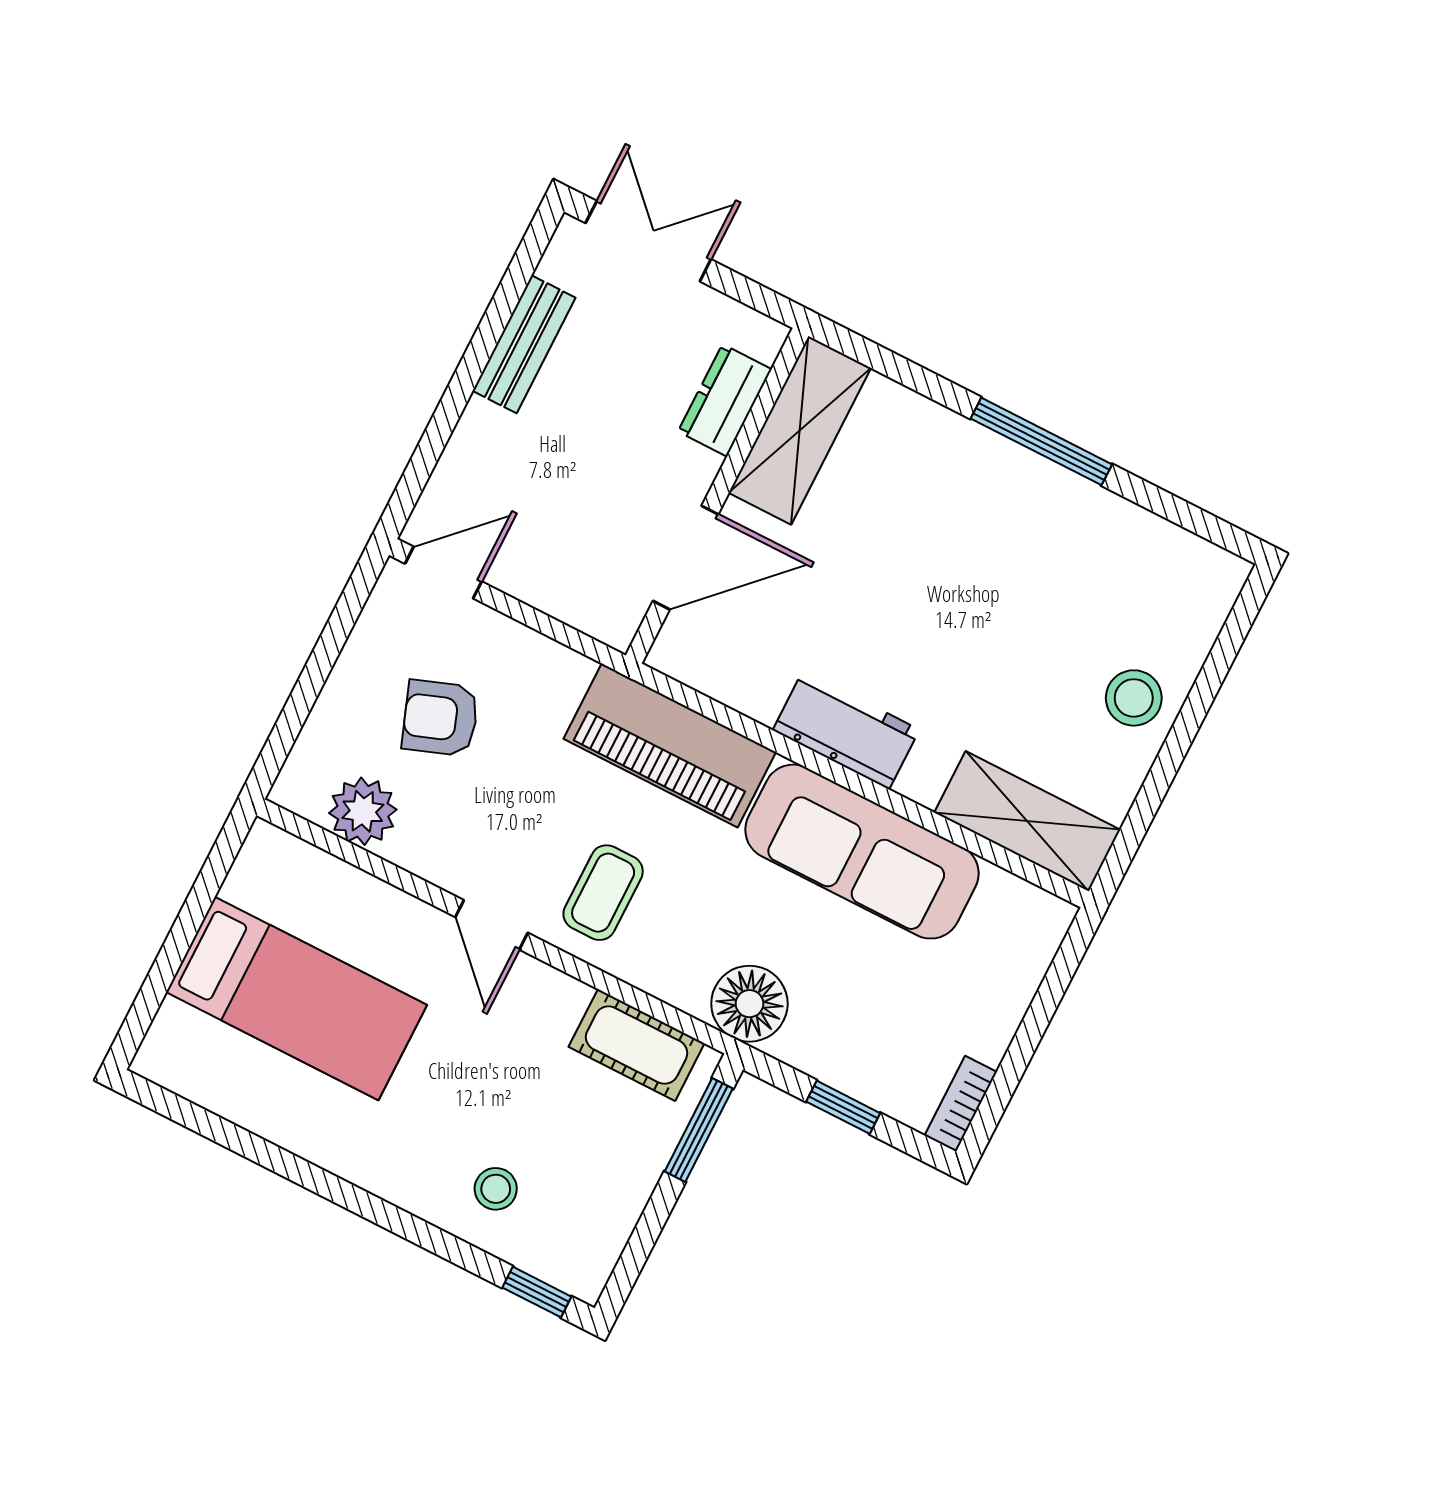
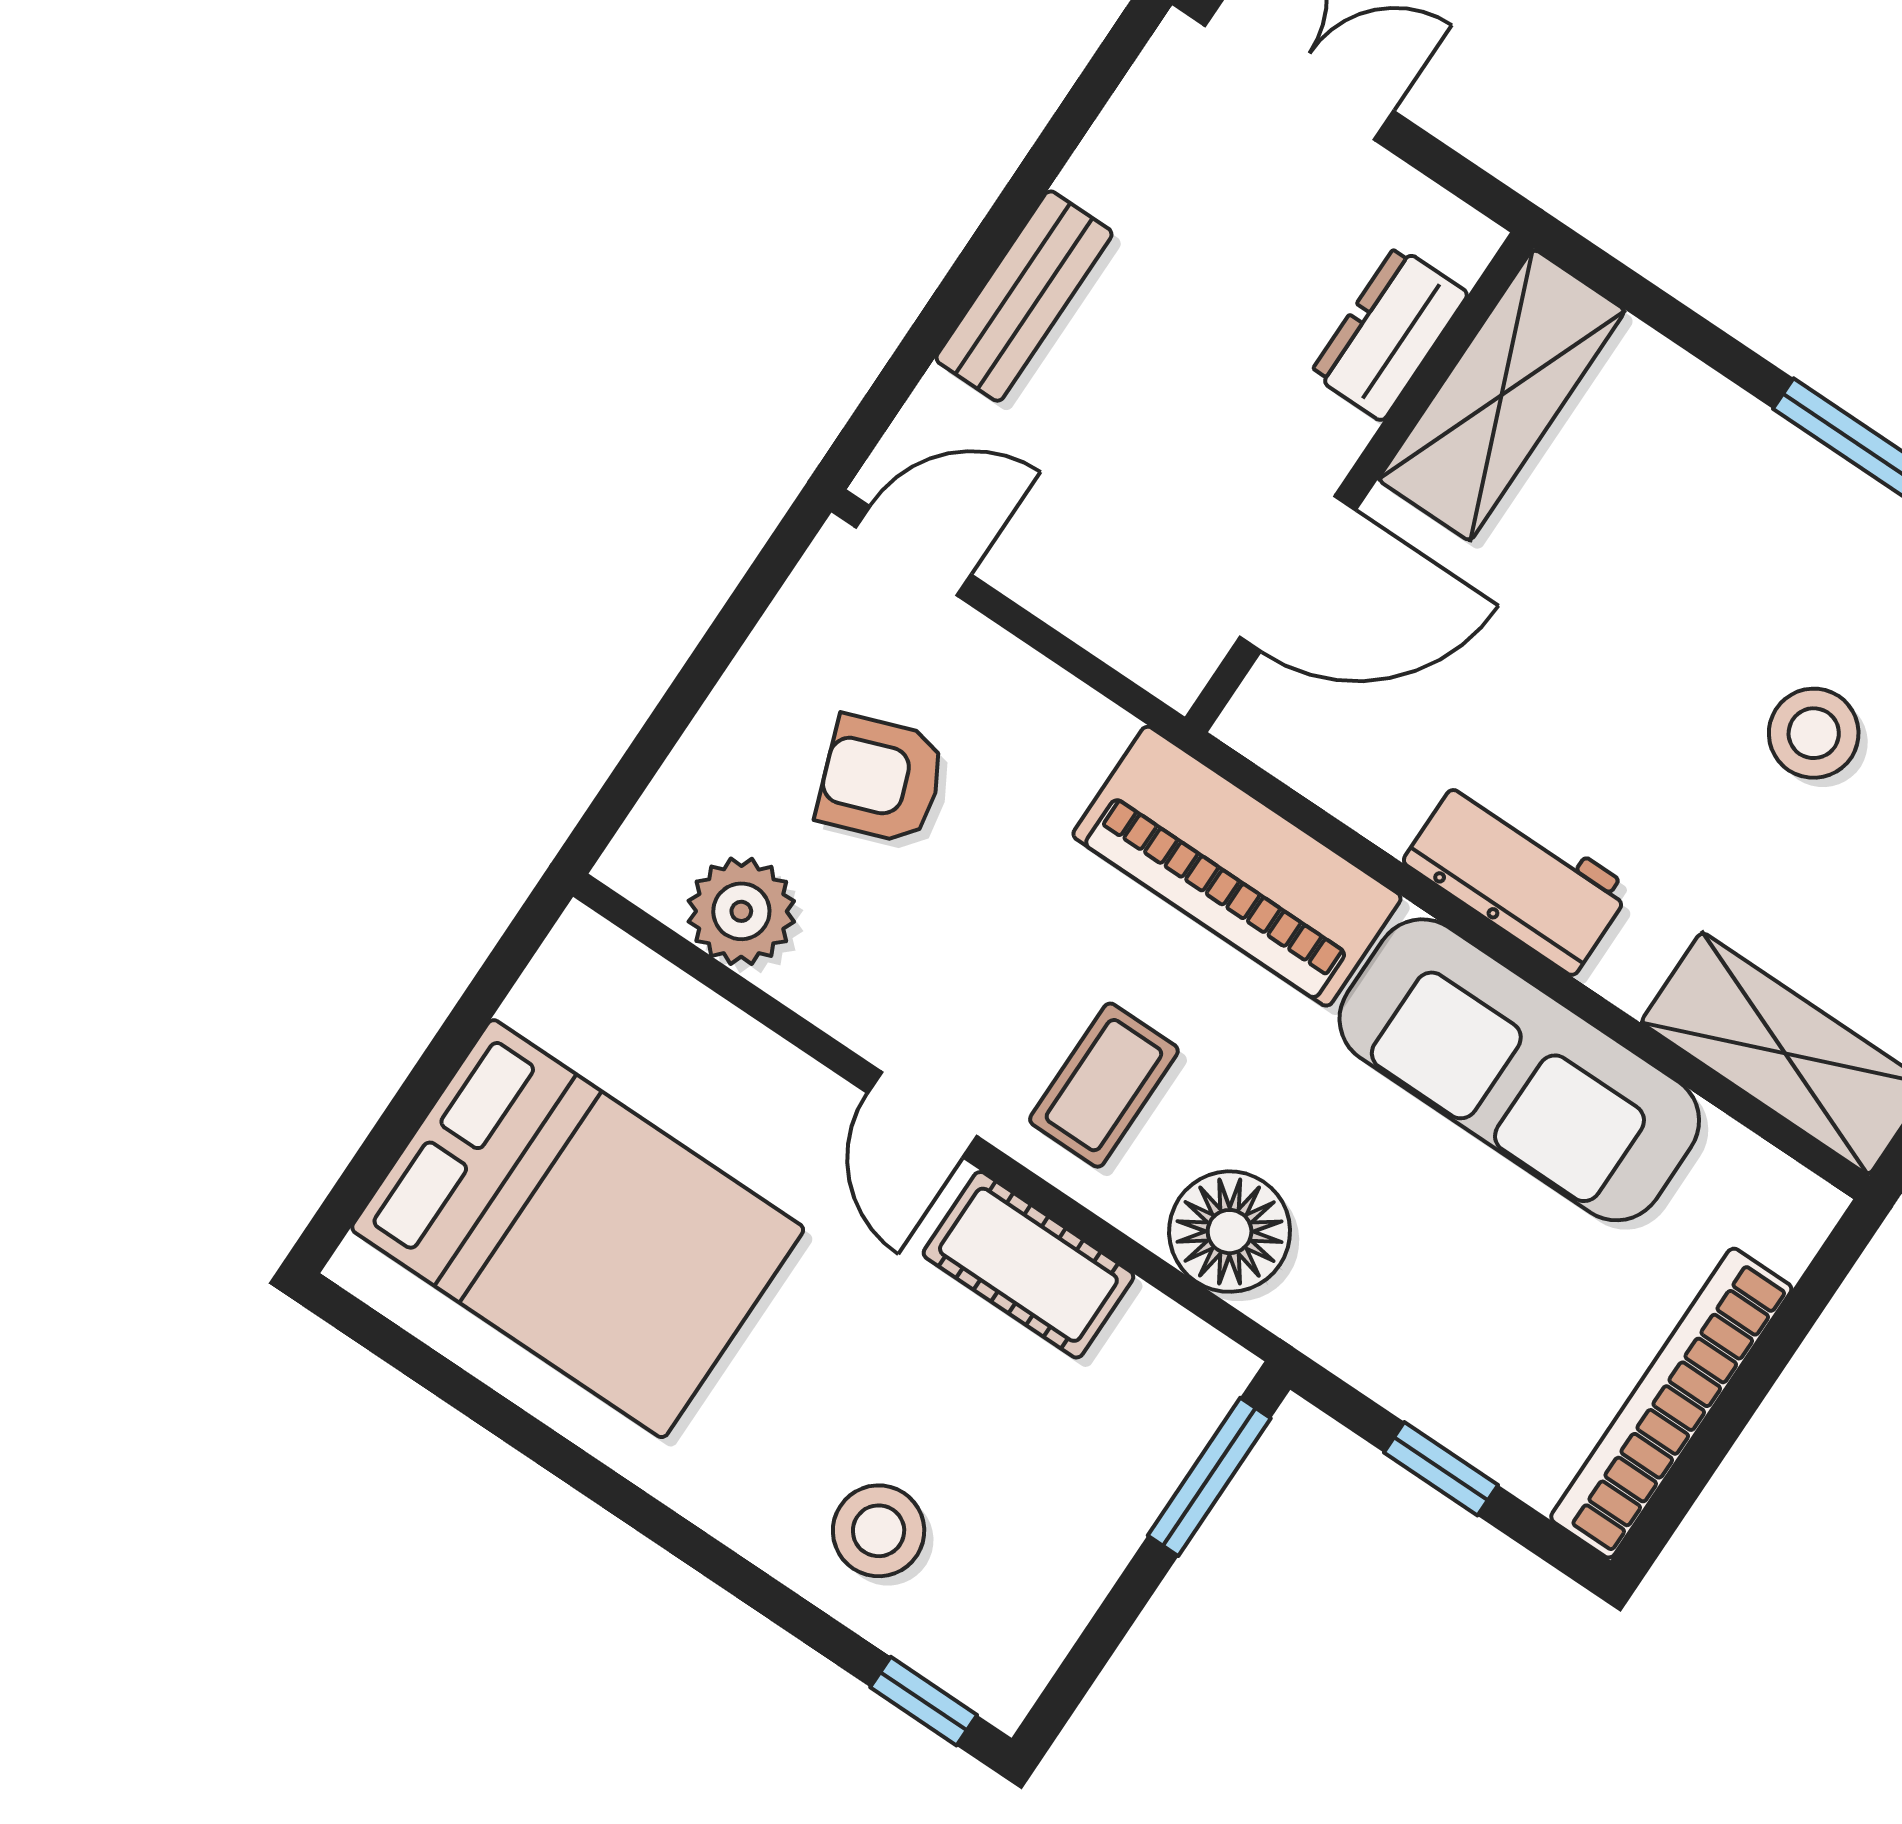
bench: (524, 344) -> (1024, 296), moved
stool: (1021, 618) -> (1814, 733), added
bed: (297, 998) -> (578, 1229), width x1.50
floor lamp: (749, 1004) -> (1230, 1232), moved
cot: (637, 1045) -> (1028, 1265), moved
bookcase: (961, 1104) -> (1671, 1403), width x2.31, depth x1.31
stool: (496, 1189) -> (879, 1531), width x1.37, depth x1.37

